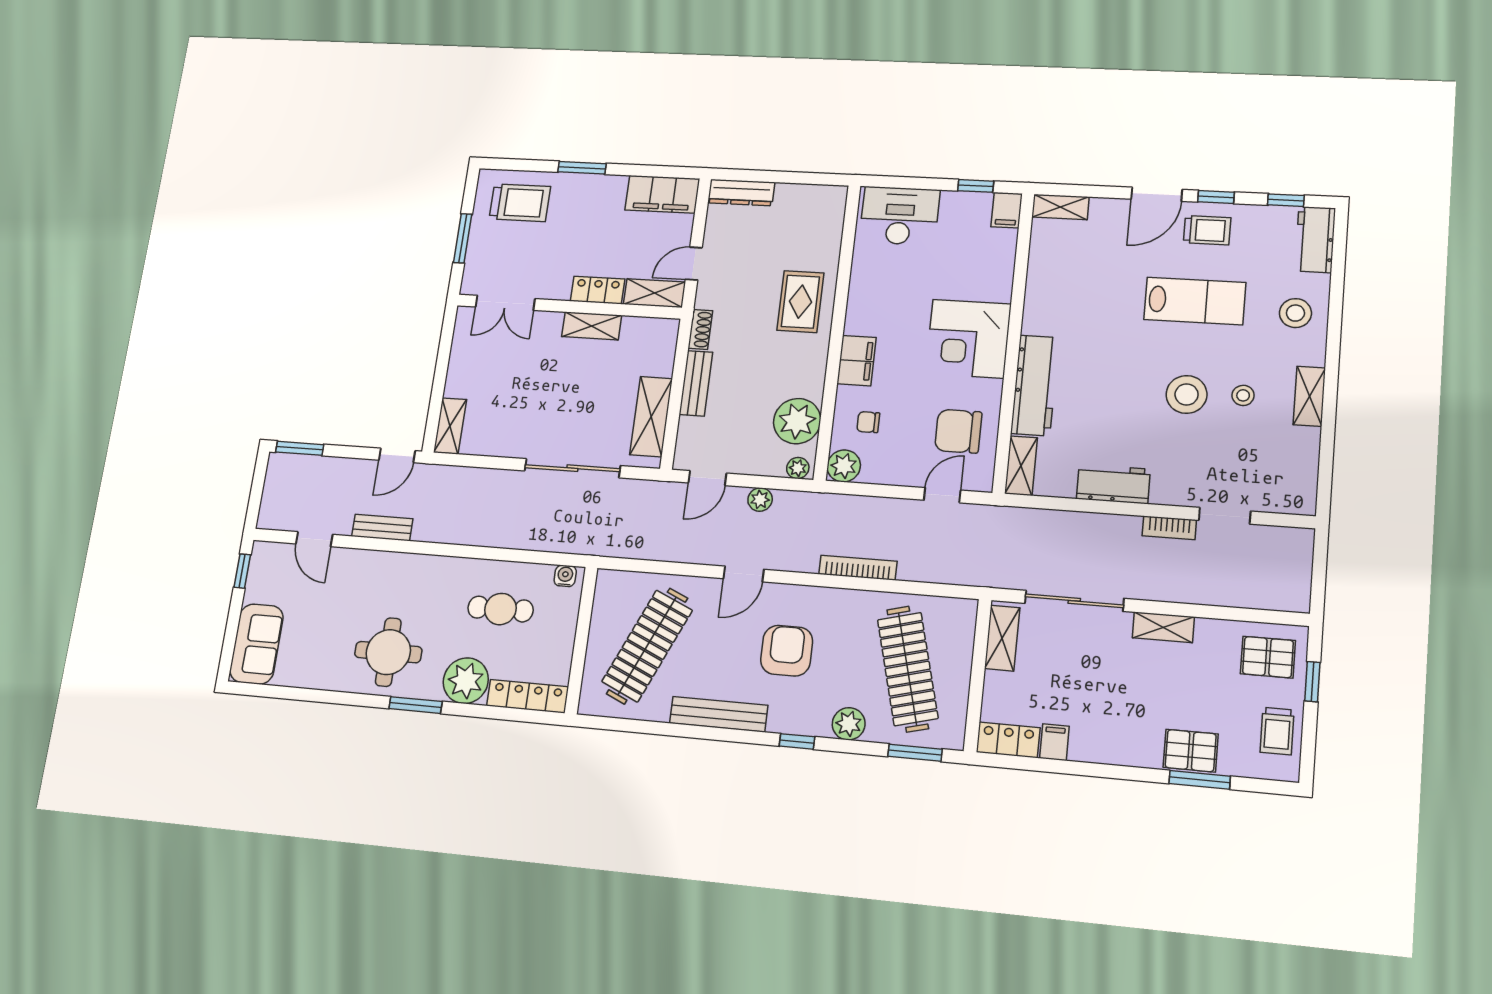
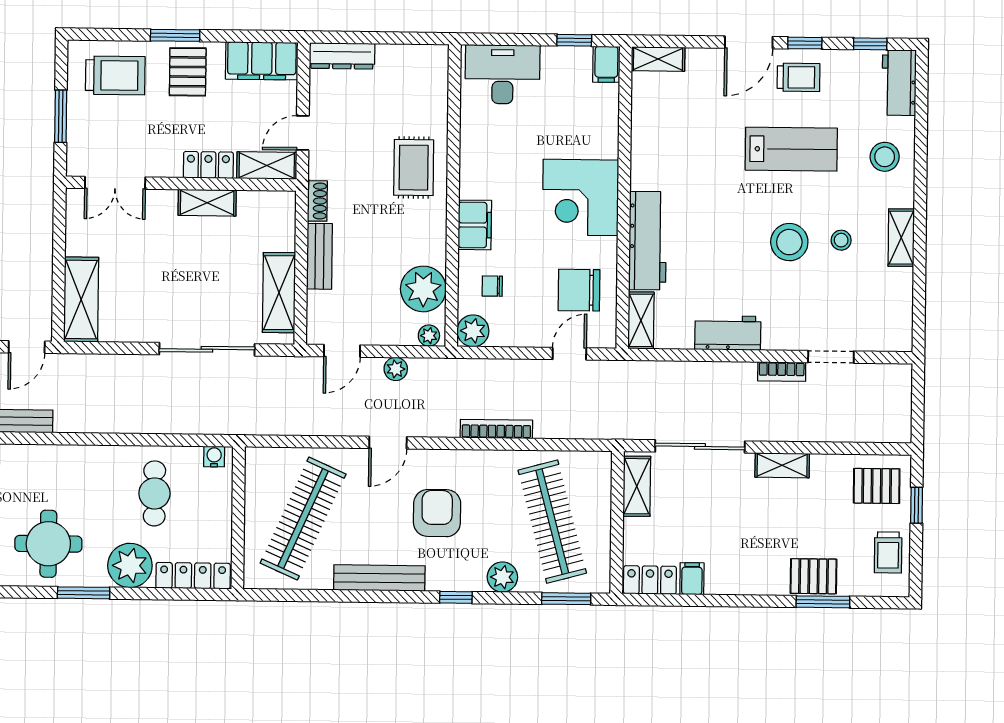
pallet: (589, 202) -> (188, 72), added
shelving: (450, 426) -> (81, 300), width x1.50, depth x1.33
cafe table: (501, 609) -> (154, 493), turned 90

